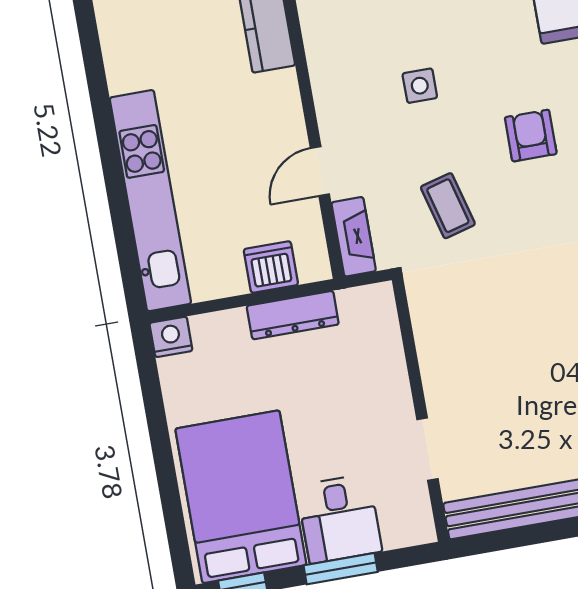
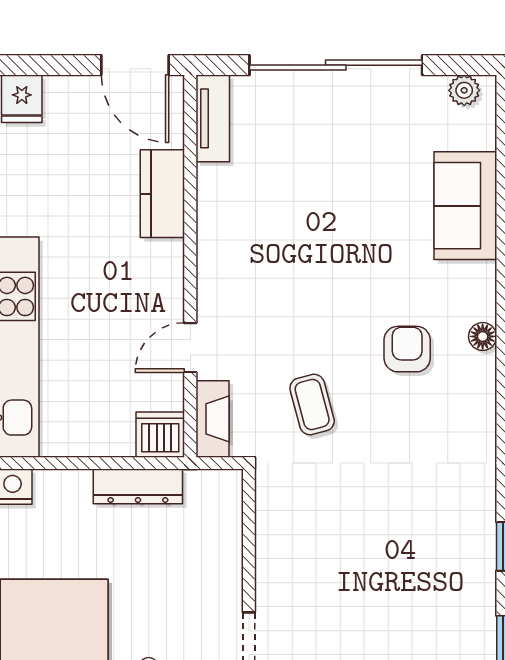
side table: (420, 86) -> (305, 280), removed
dishwasher: (271, 267) -> (160, 435), moved

